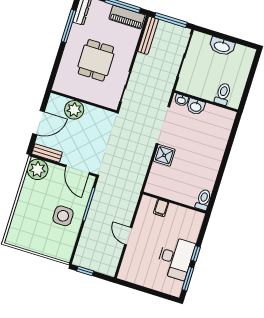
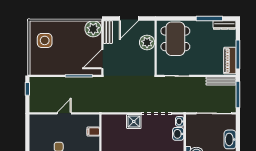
dining table: (96, 60) -> (175, 39), moved, width x1.37
door: (39, 123) -> (129, 19), hinge flipped
side table: (63, 216) -> (45, 40), moved

